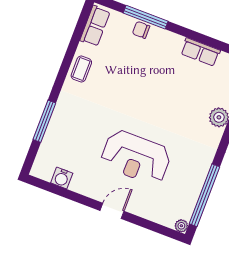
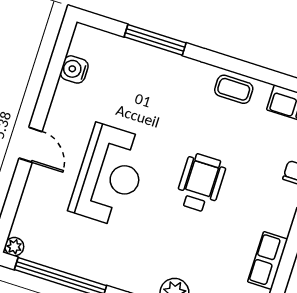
wheelchair: (144, 95) -> (201, 183), added
reception desk: (136, 157) -> (110, 175), turned 180

